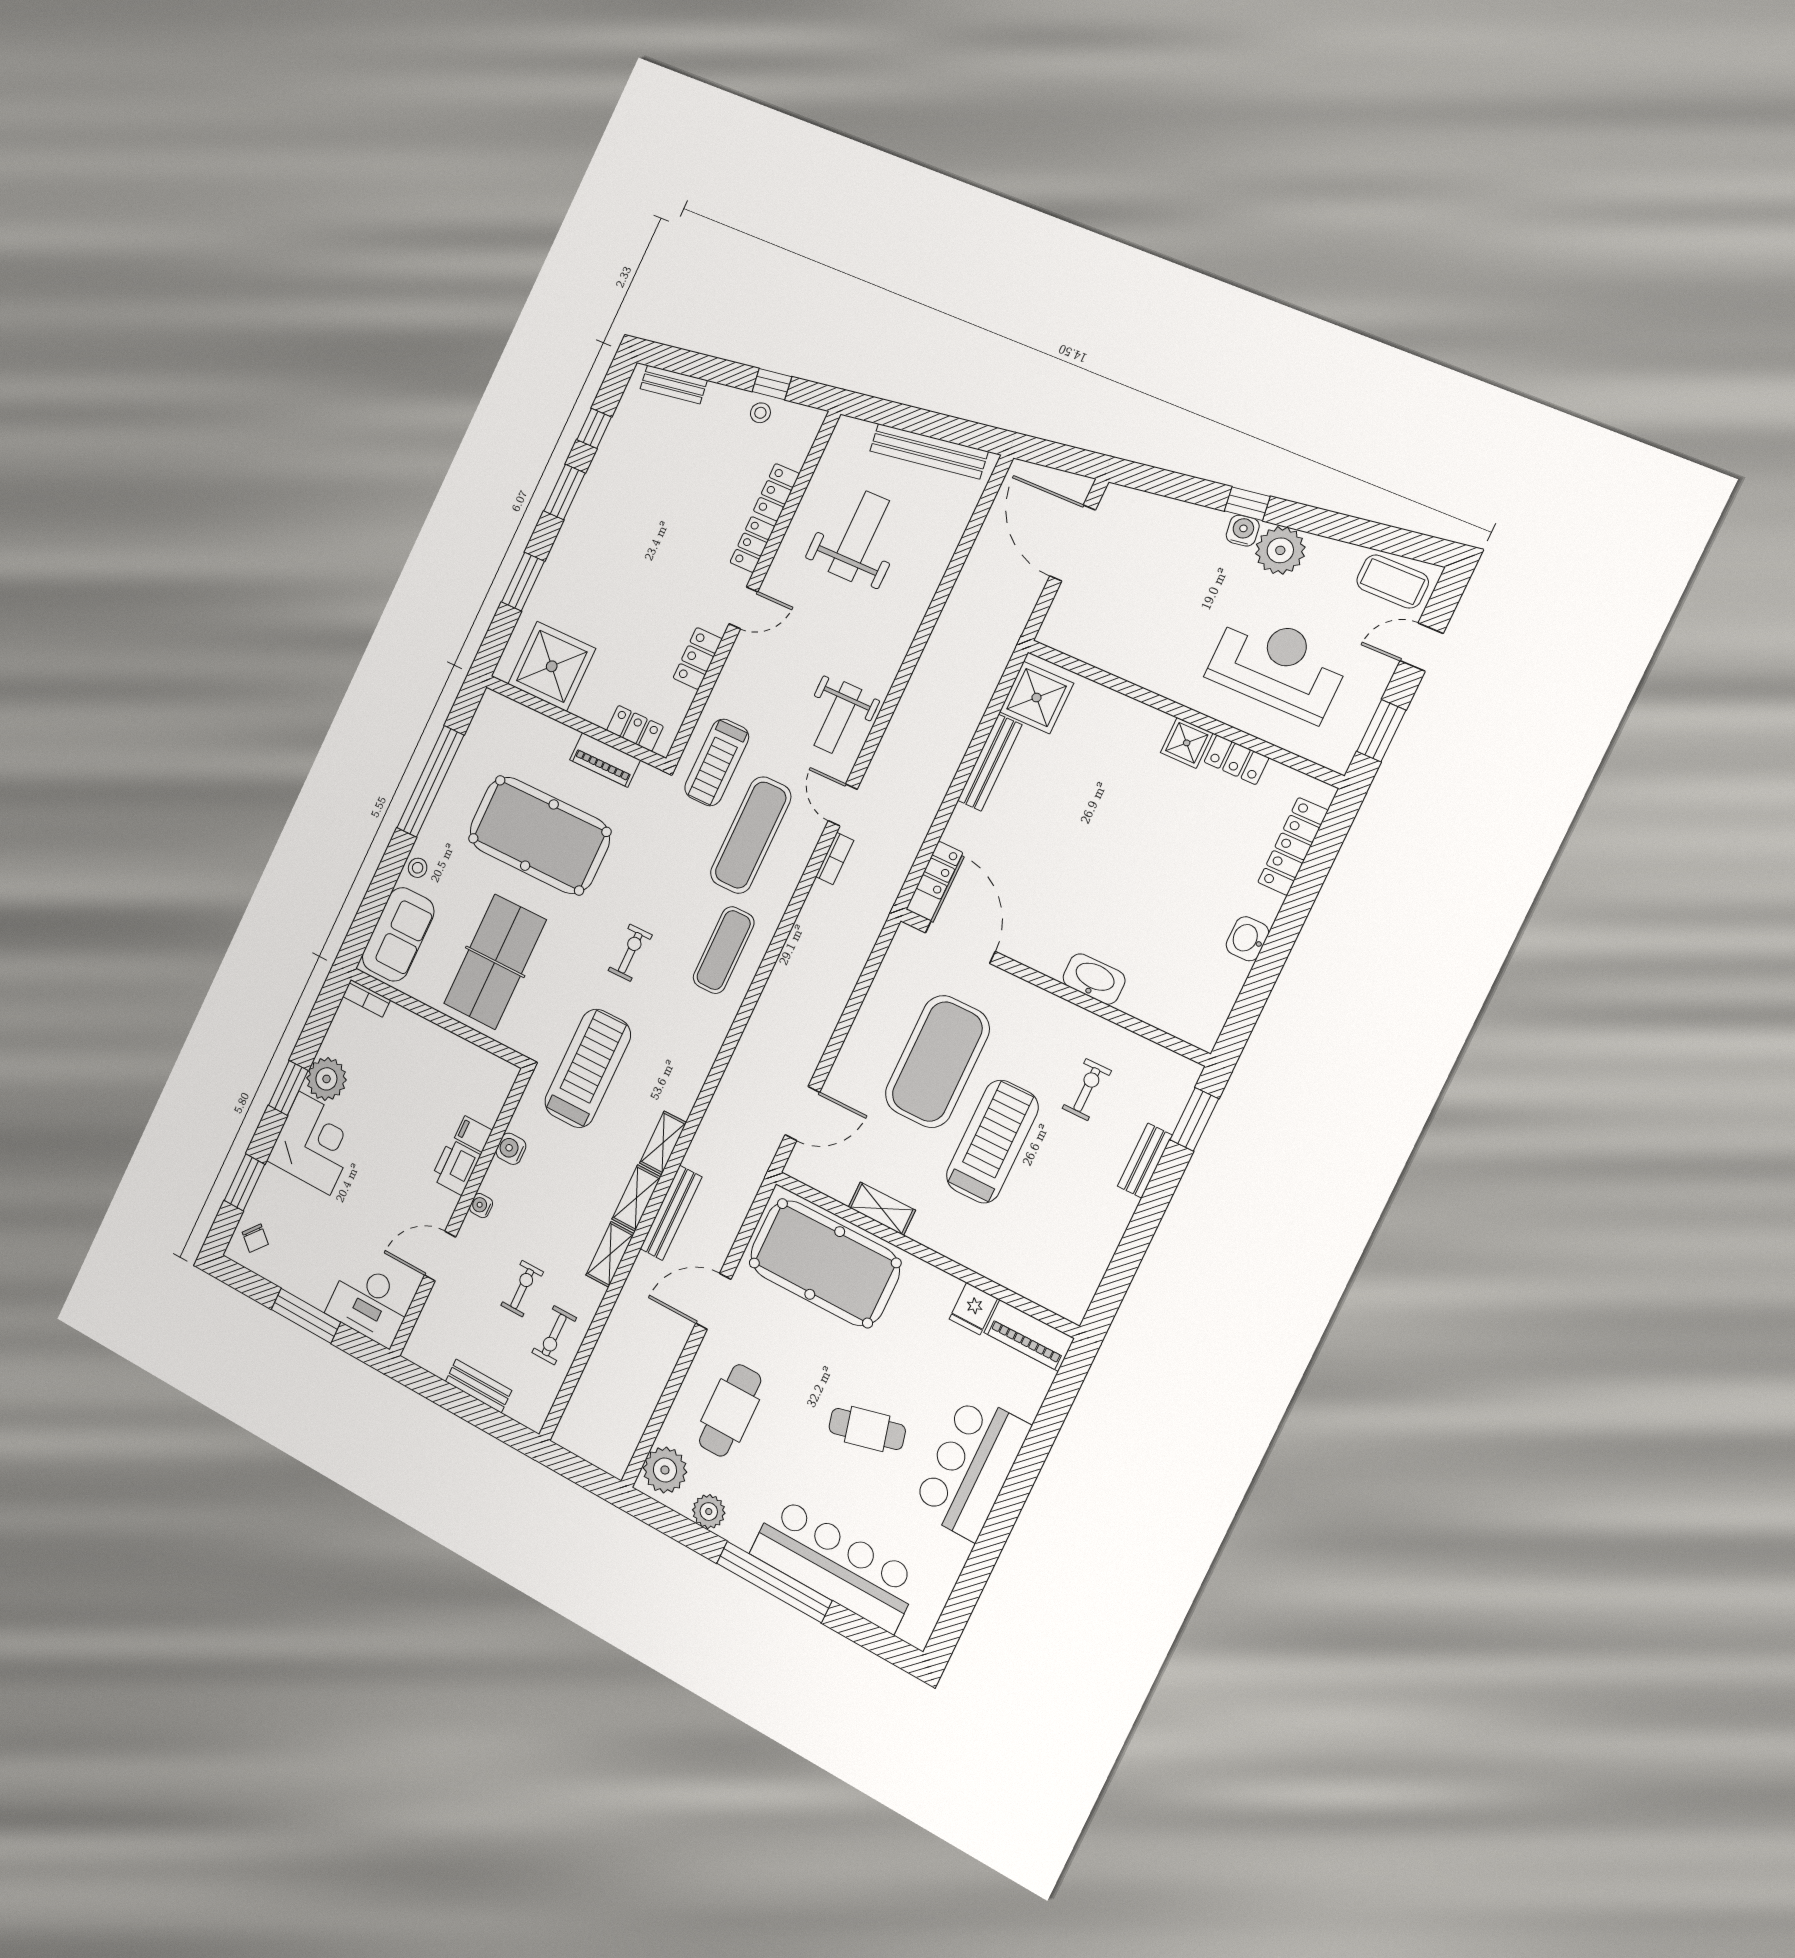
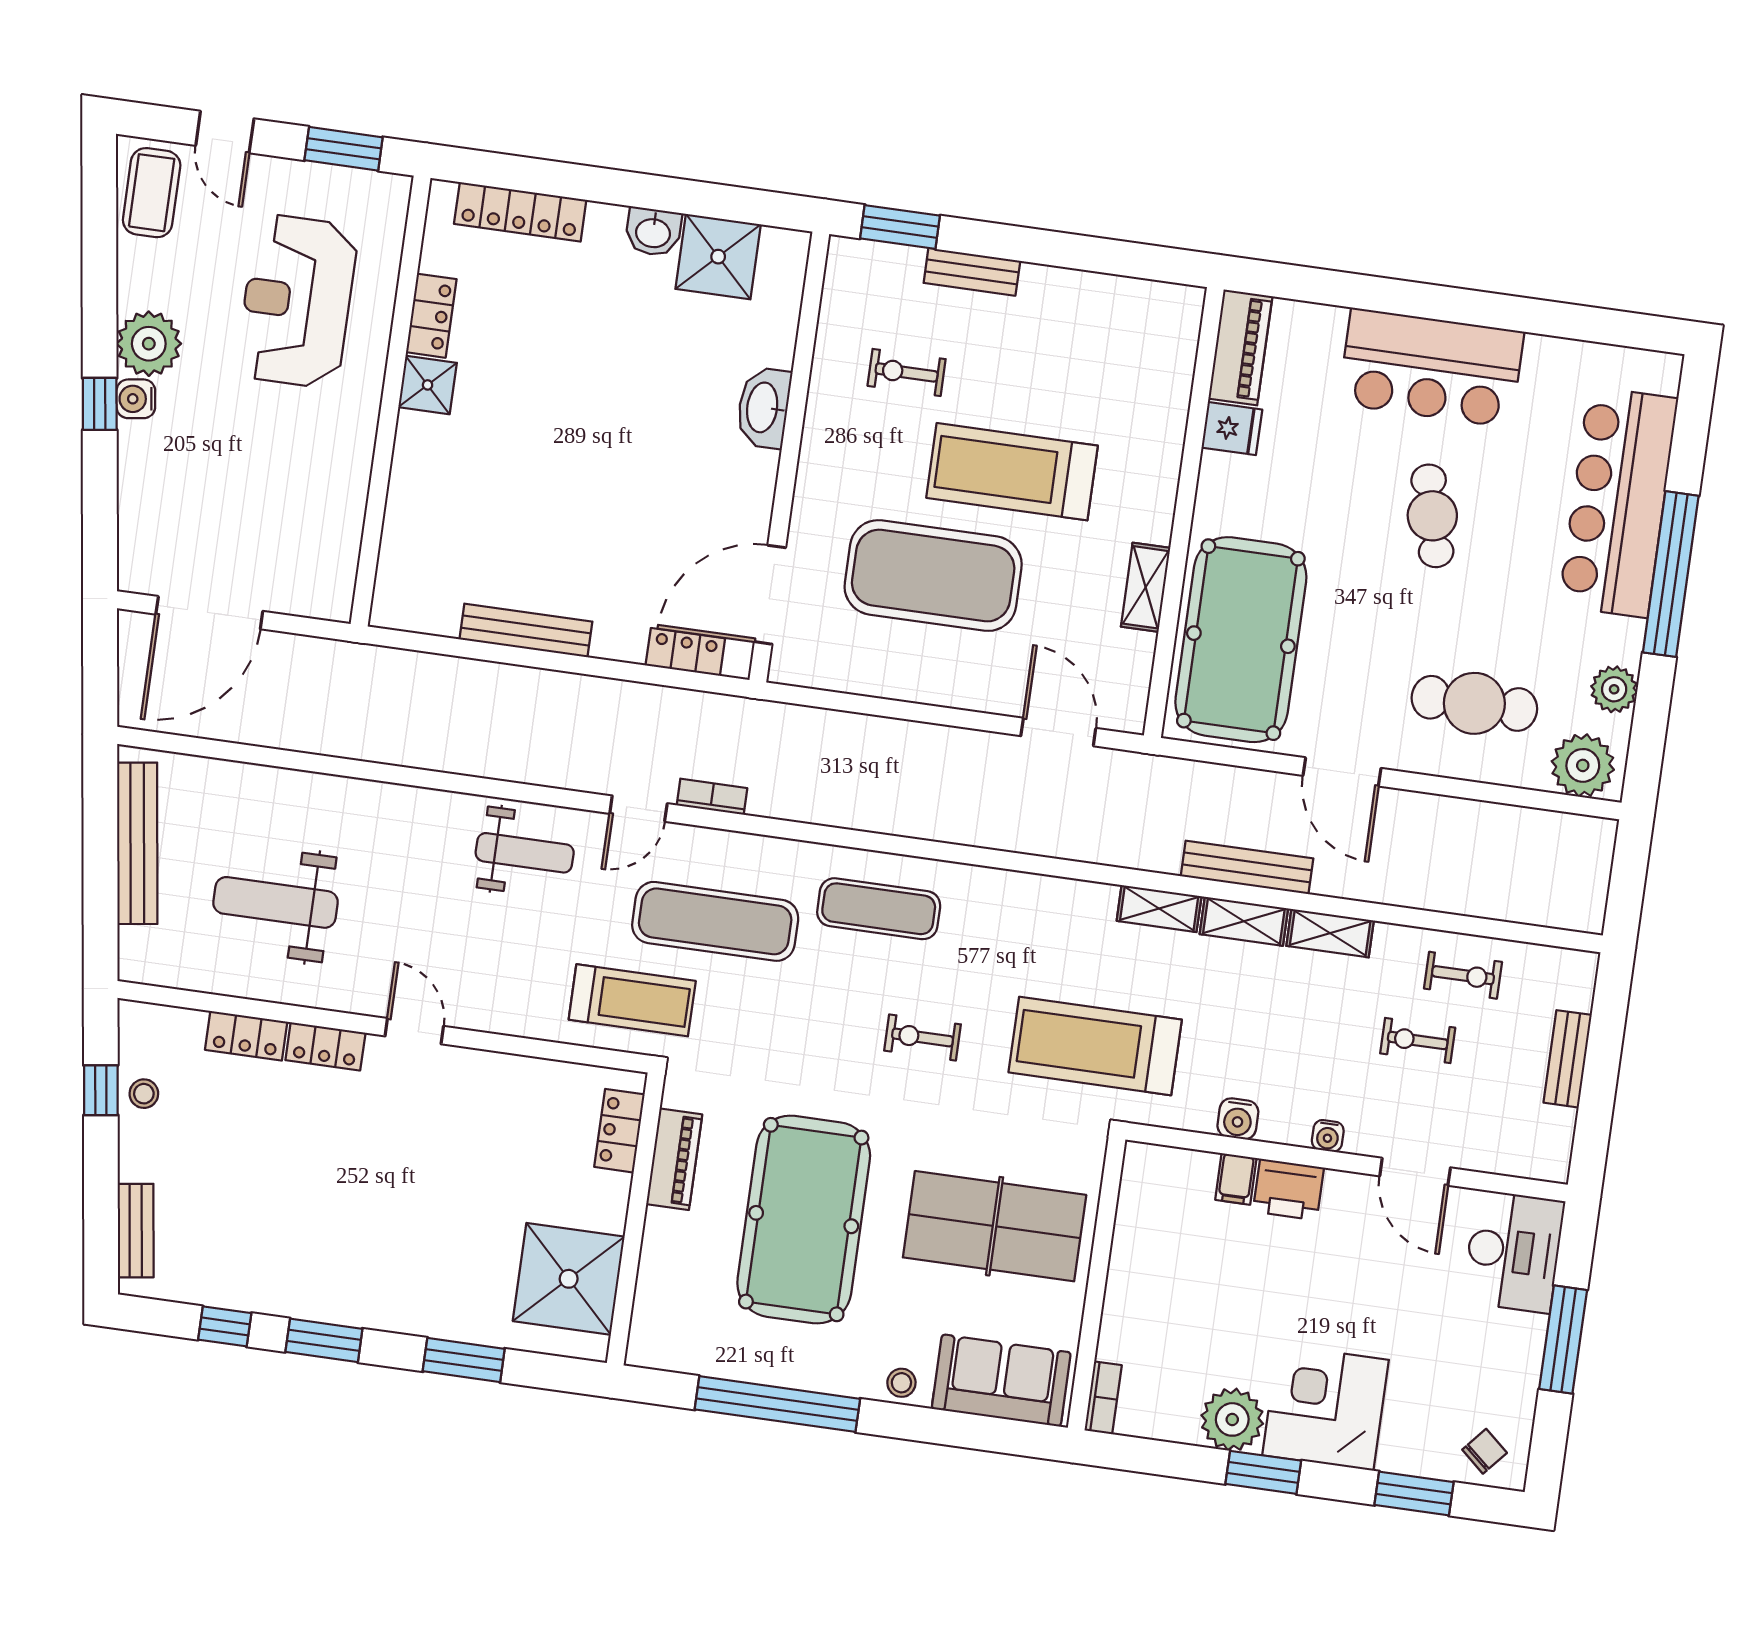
locker: (698, 658) -> (500, 1073), removed
shower: (1036, 698) -> (718, 257), moved

